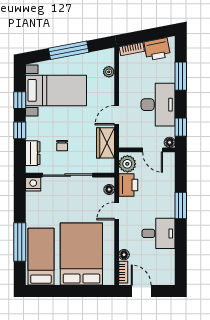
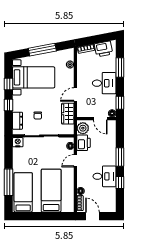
desk: (158, 105) -> (104, 83), width x0.73
window: (181, 242) -> (120, 183), added
bed: (81, 254) -> (51, 191), width x0.67

